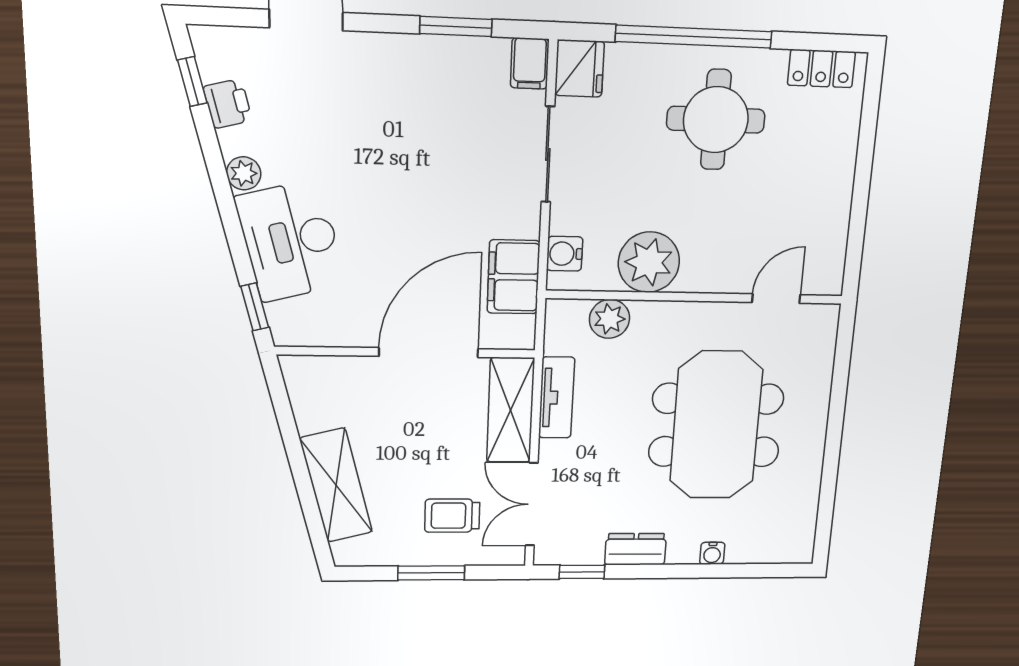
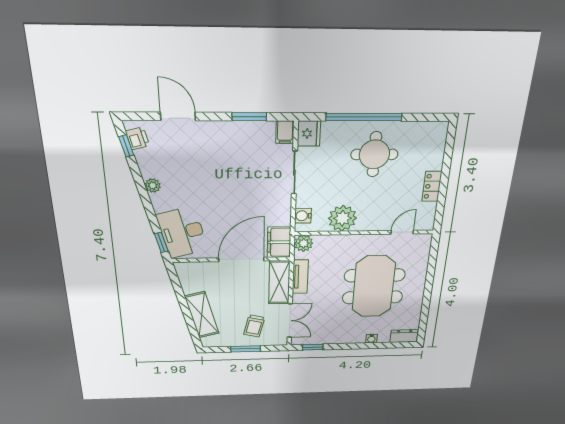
locker: (821, 69) -> (432, 186), moved, turned 90
printer: (228, 104) -> (137, 138), moved
desk: (291, 241) -> (182, 232), moved
filing cabinet: (513, 277) -> (279, 242), moved
plant: (610, 319) -> (304, 243), moved
double door: (532, 504) -> (290, 321), swing flipped
trolley: (452, 516) -> (254, 326), turned -76
dresser: (635, 549) -> (404, 336), moved

